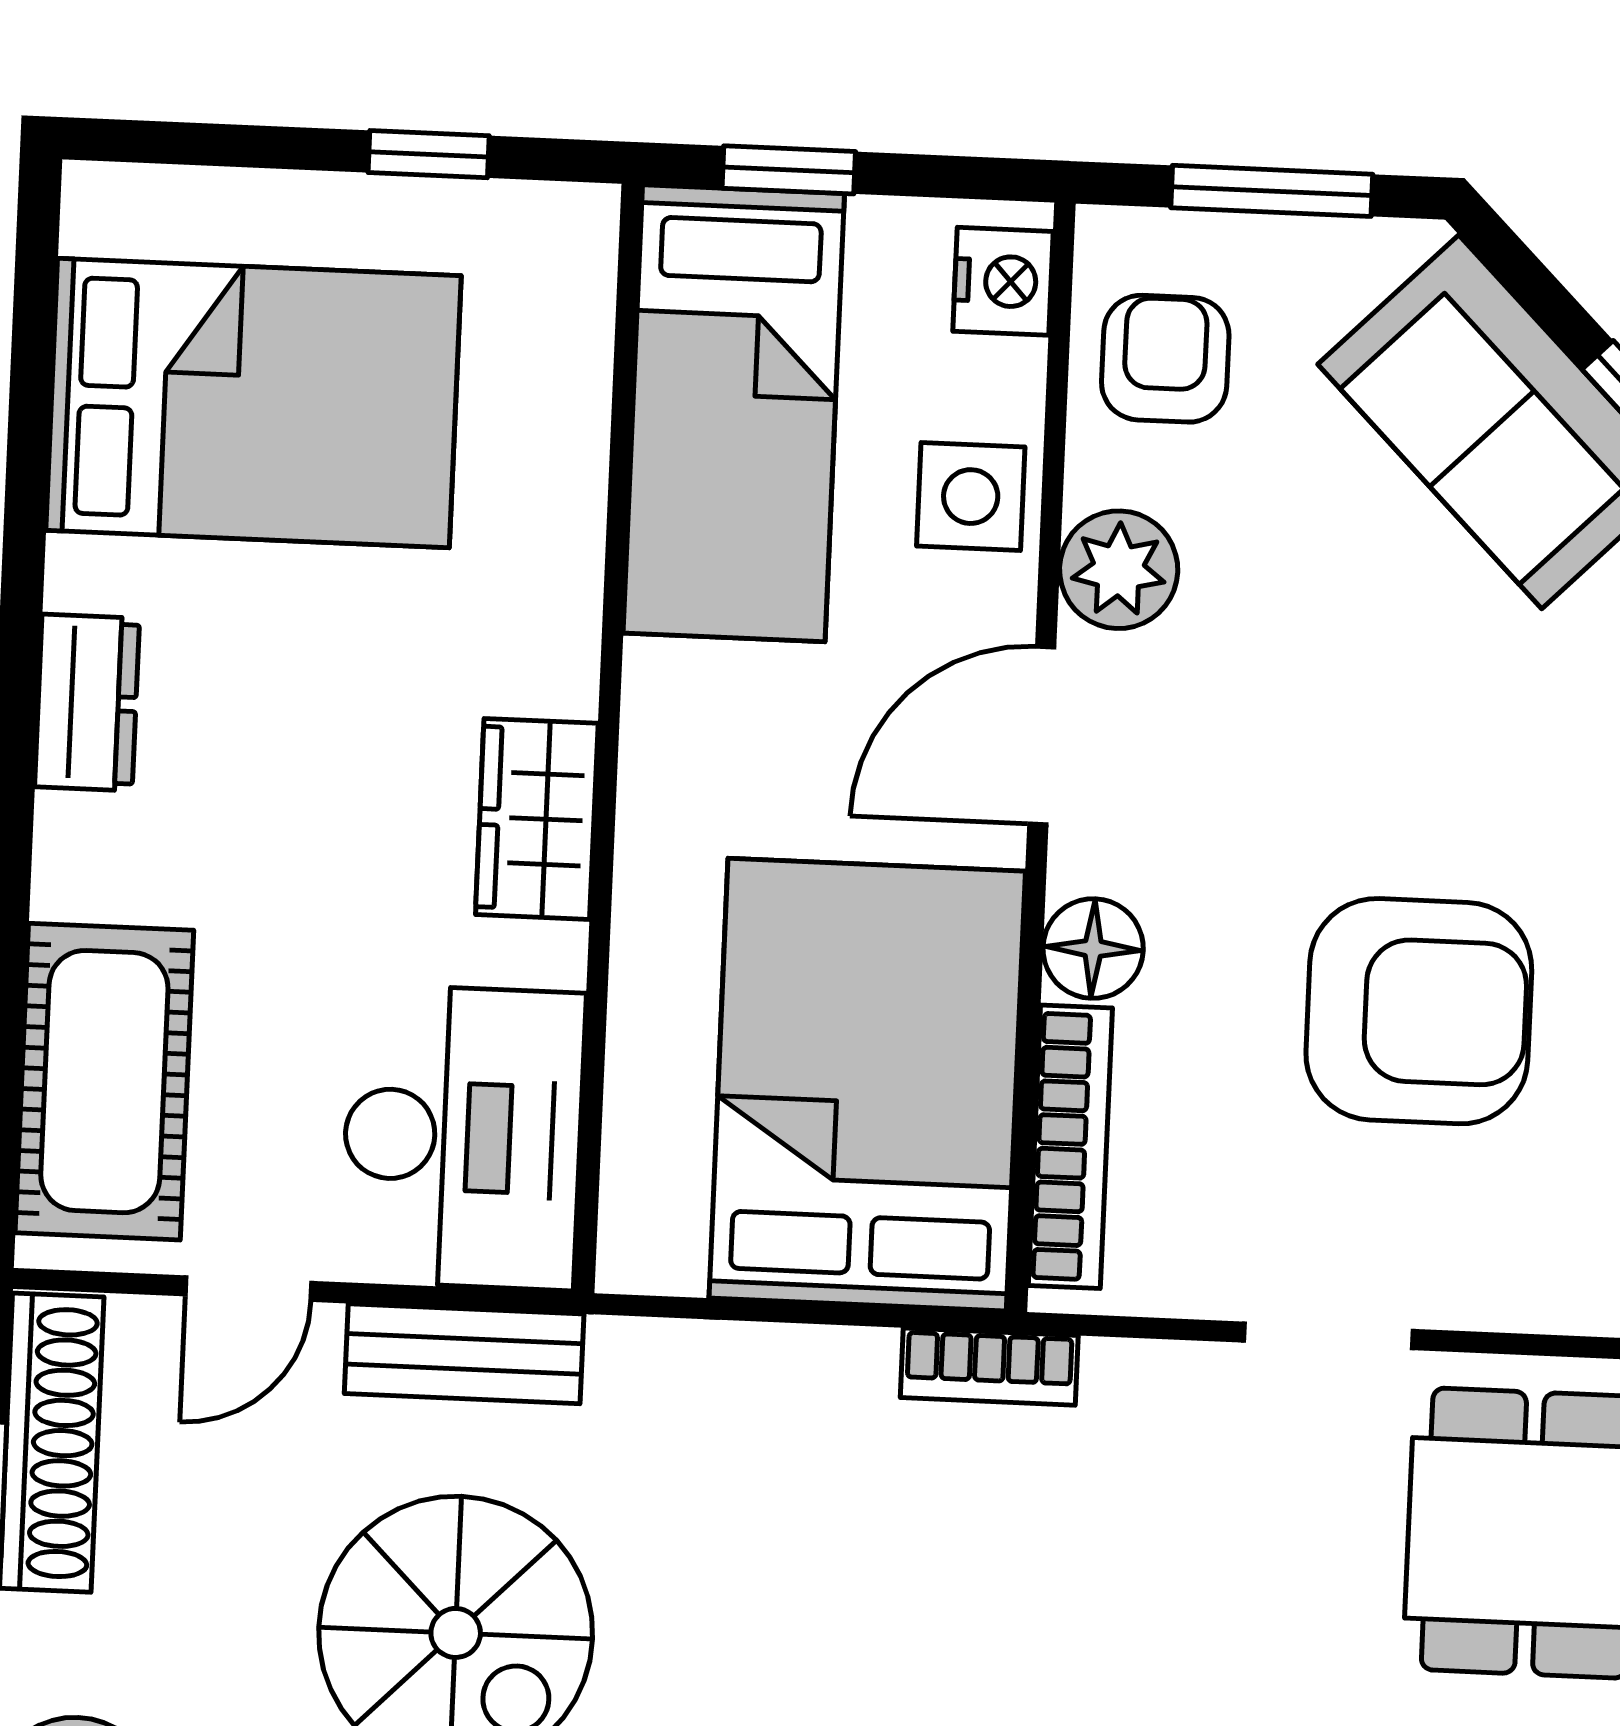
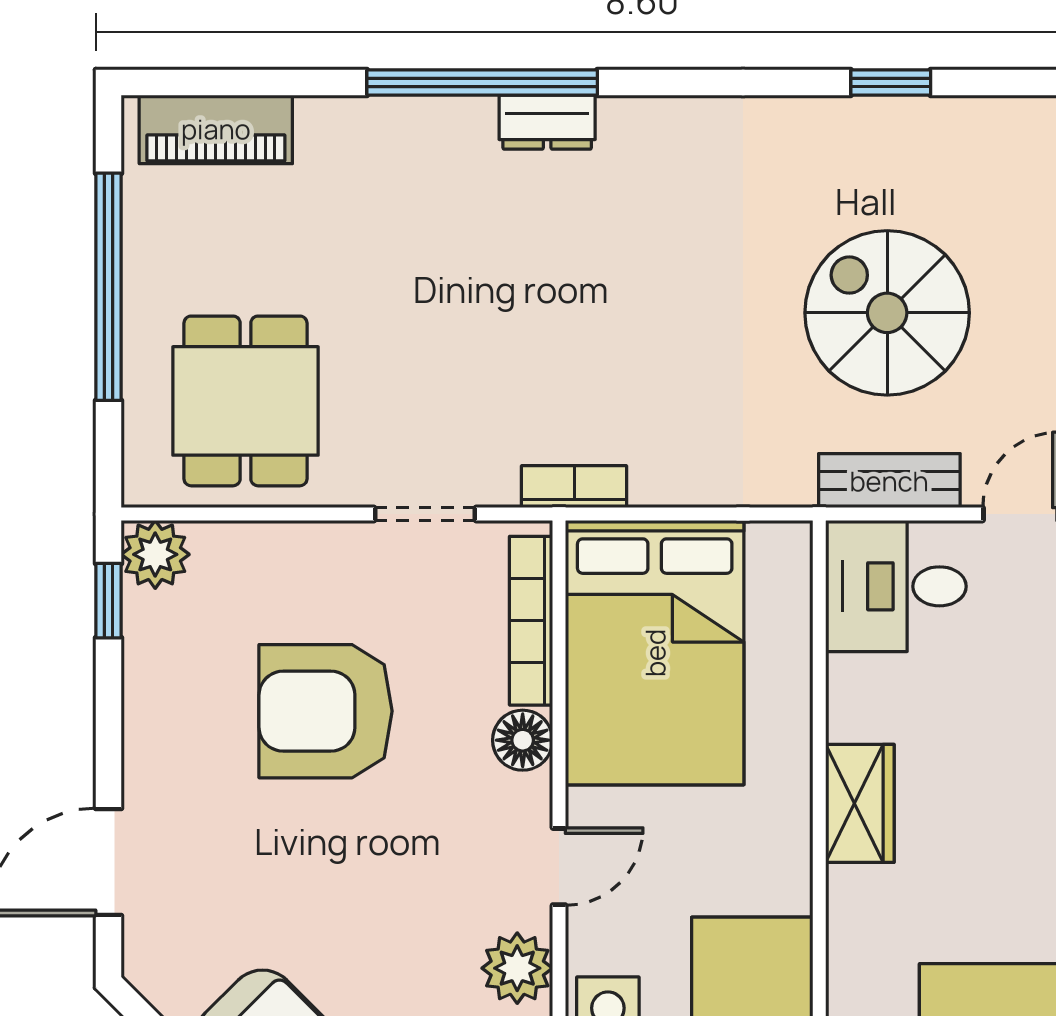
door: (1042, 736) -> (559, 867), width x0.73
desk: (463, 1137) -> (896, 586), width x0.73
doorway: (1328, 1336) -> (425, 514), moved

